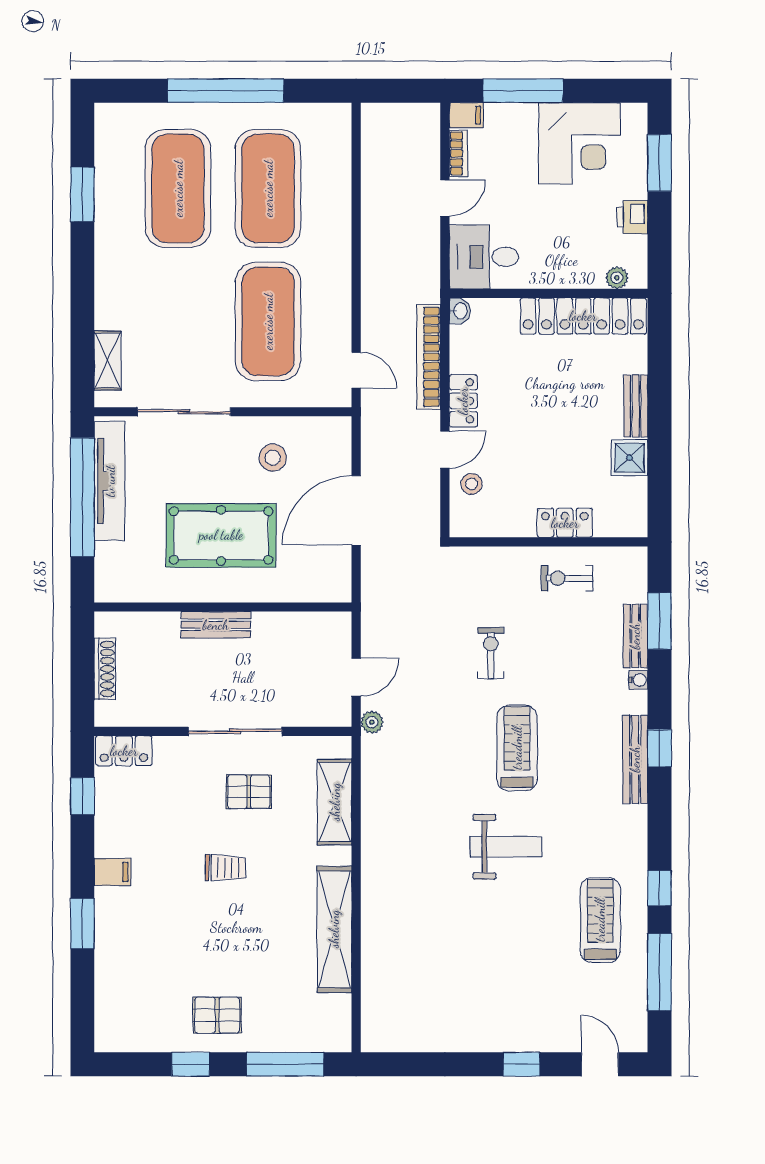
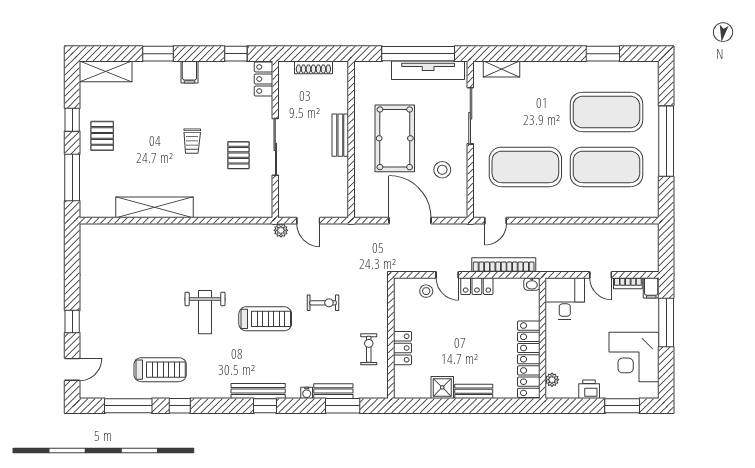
shelving: (335, 802) -> (106, 71), moved

